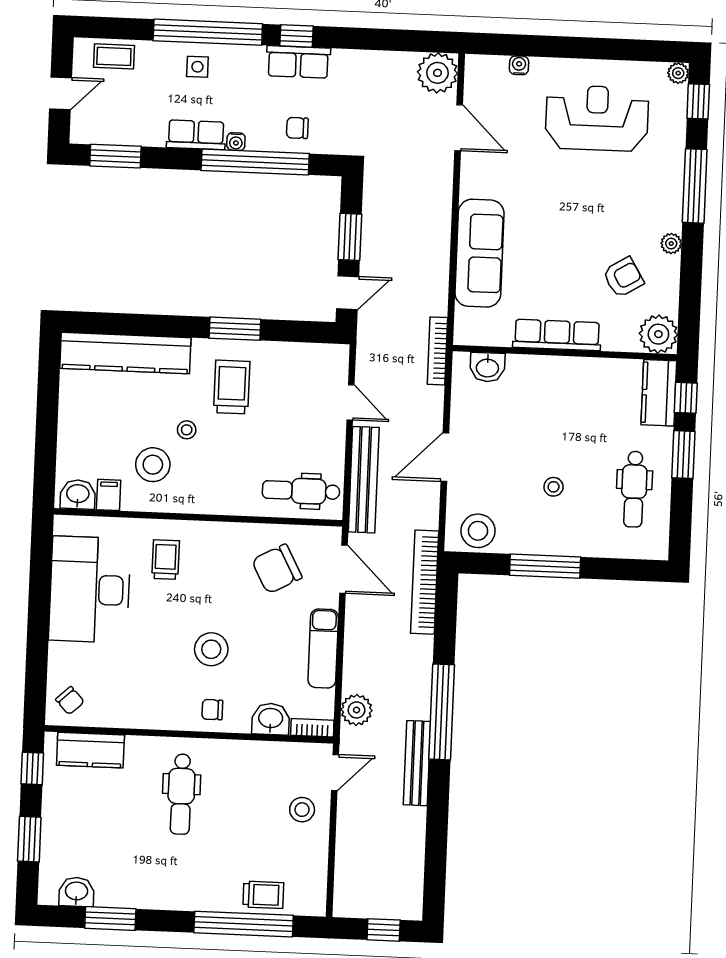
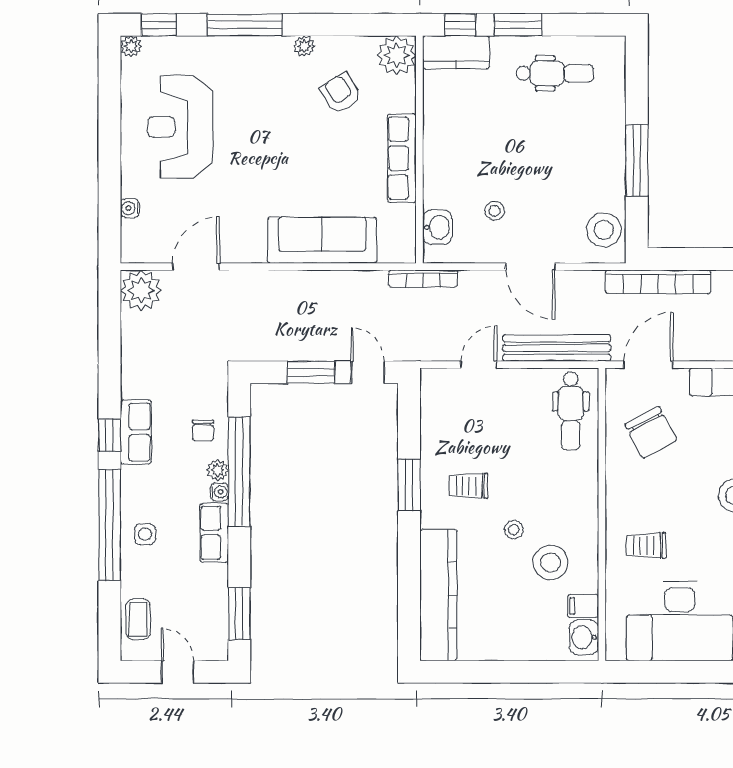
plant: (257, 141) -> (218, 470), added
trolley: (232, 387) -> (468, 486), width x0.73, depth x0.72
stool: (554, 487) -> (495, 211), moved

